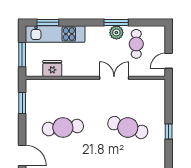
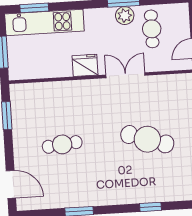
fridge: (52, 69) -> (85, 65), moved
cafe table: (63, 128) -> (62, 144), width x0.73, depth x0.74

